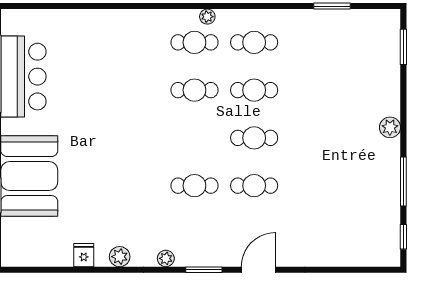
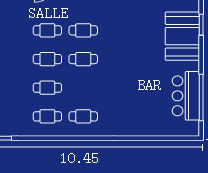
plant: (207, 17) -> (75, 132), removed
cafe table: (194, 90) -> (83, 59), moved

